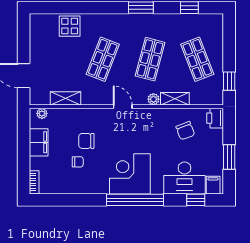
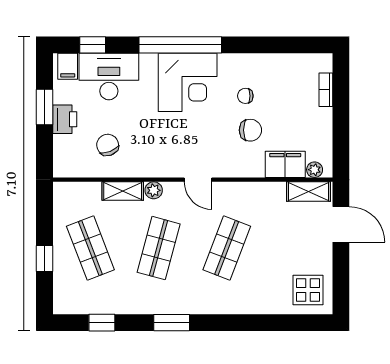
display table: (70, 26) -> (308, 290), moved
window: (229, 81) -> (44, 259), moved
shelving: (66, 98) -> (308, 192), moved
printer: (215, 118) -> (65, 119), moved
filing cabinet: (39, 142) -> (285, 164), moved, turned 90
chair: (78, 162) -> (245, 96), moved
bookcase: (34, 182) -> (326, 90), moved

